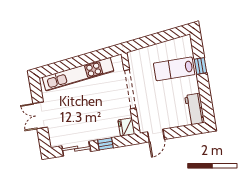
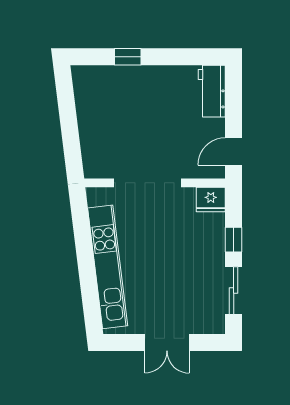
lab bench: (174, 69) -> (125, 102), removed
workbench: (195, 109) -> (212, 91), moved, turned 90
door: (156, 136) -> (234, 152), swing flipped

